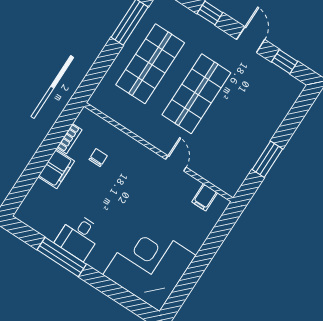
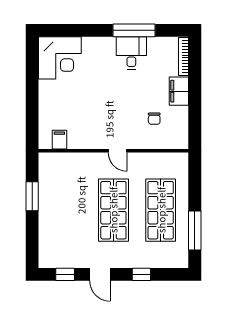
bookcase: (69, 139) -> (184, 56), moved, width x1.56
door: (176, 163) -> (118, 151), moved
corner desk: (149, 265) -> (60, 58), width x0.74, depth x0.74

